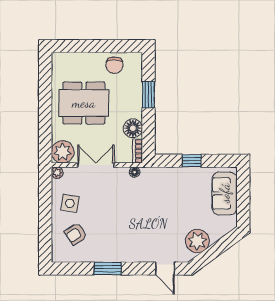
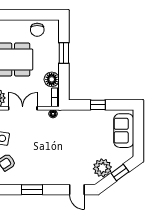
window: (220, 247) -> (120, 173), added

